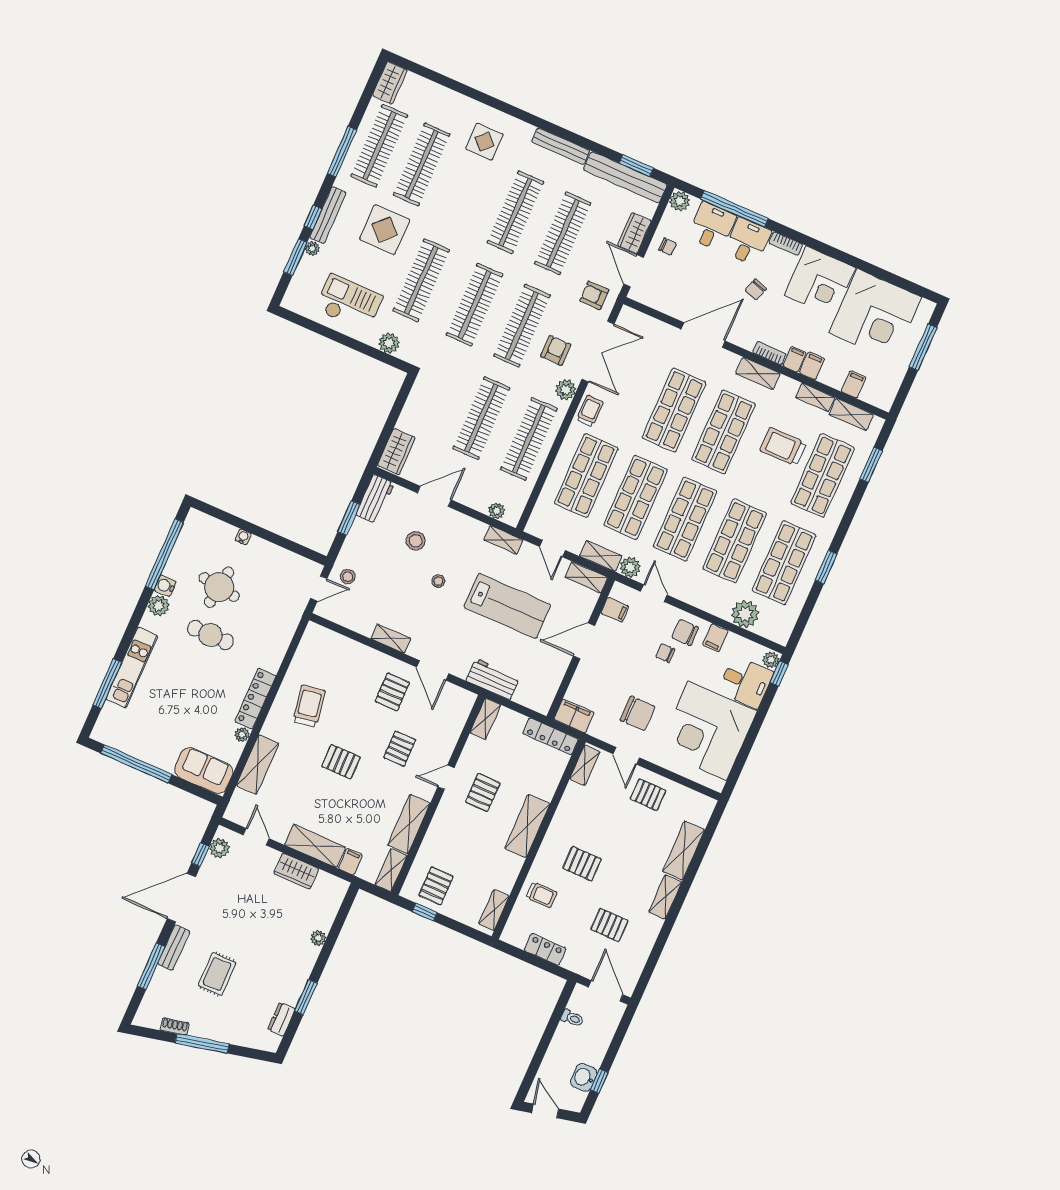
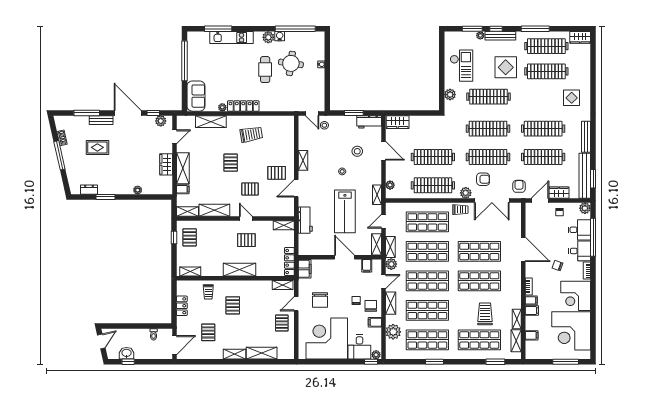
shelving: (758, 373) -> (391, 303), moved
pallet: (436, 886) -> (190, 237), turned 90

